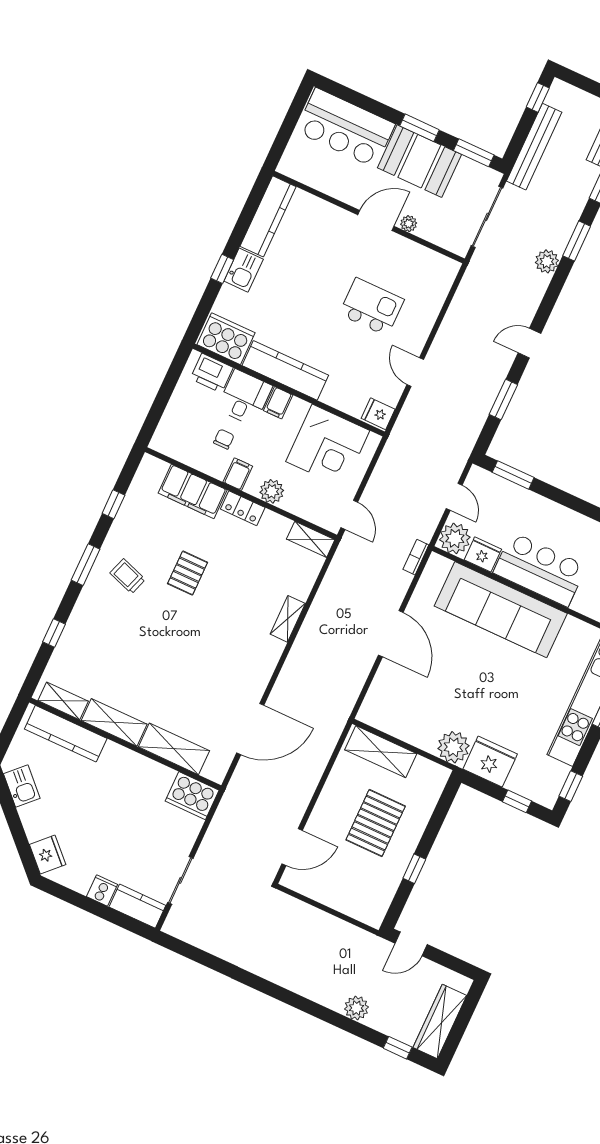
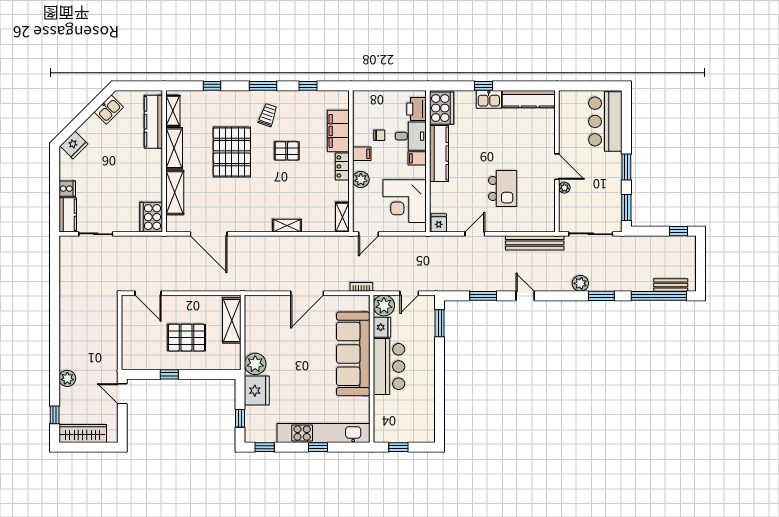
bench: (534, 147) -> (535, 243), moved
booth: (419, 161) -> (606, 177), removed
pallet: (155, 647) -> (232, 152), added

